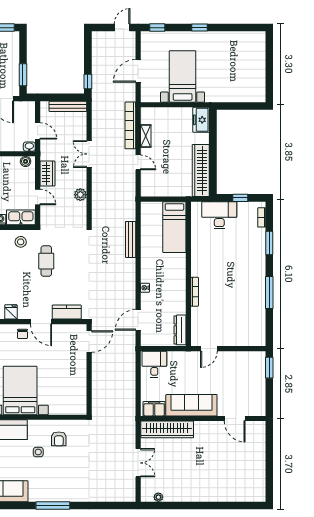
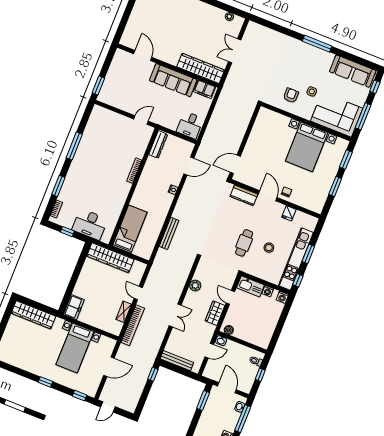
wardrobe: (241, 94) -> (33, 315), added
door: (38, 131) -> (209, 351), swing flipped
wardrobe: (201, 171) -> (110, 258), moved, turned 90
stool: (21, 242) -> (269, 248), moved

